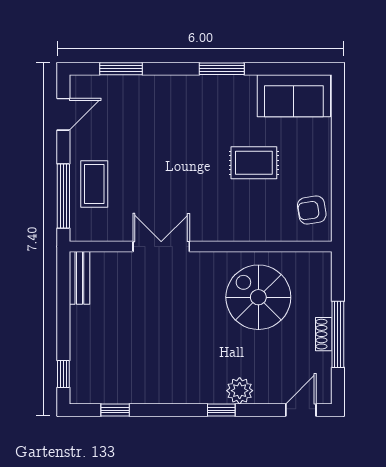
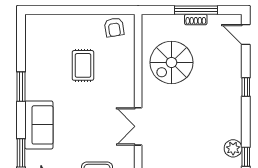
sofa: (294, 96) -> (39, 125), moved
plant: (240, 391) -> (233, 148), moved

